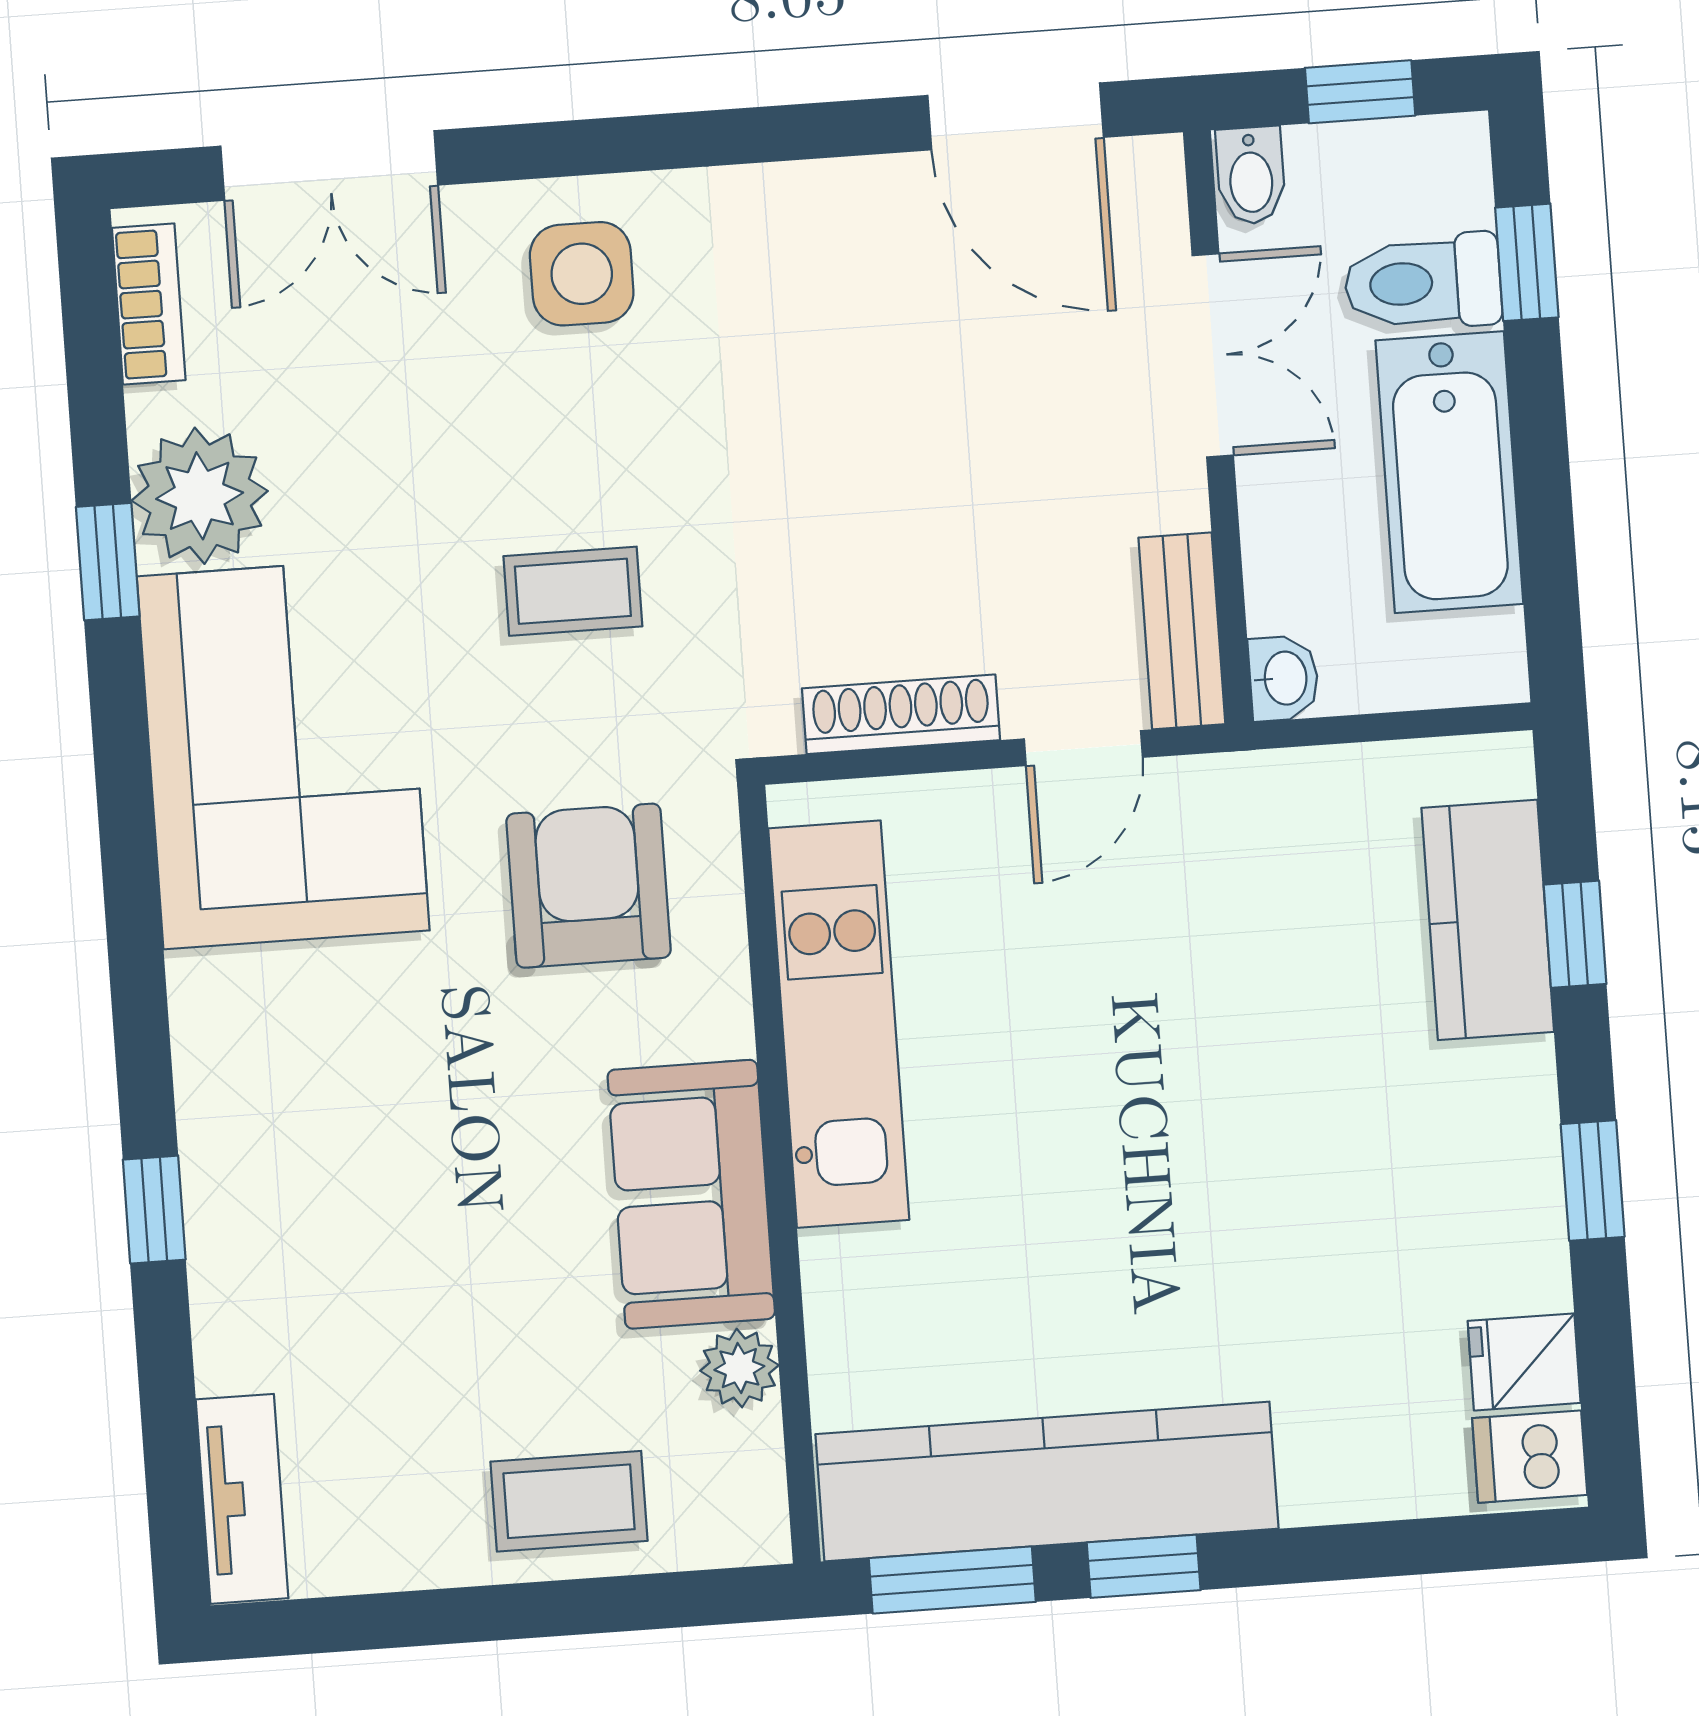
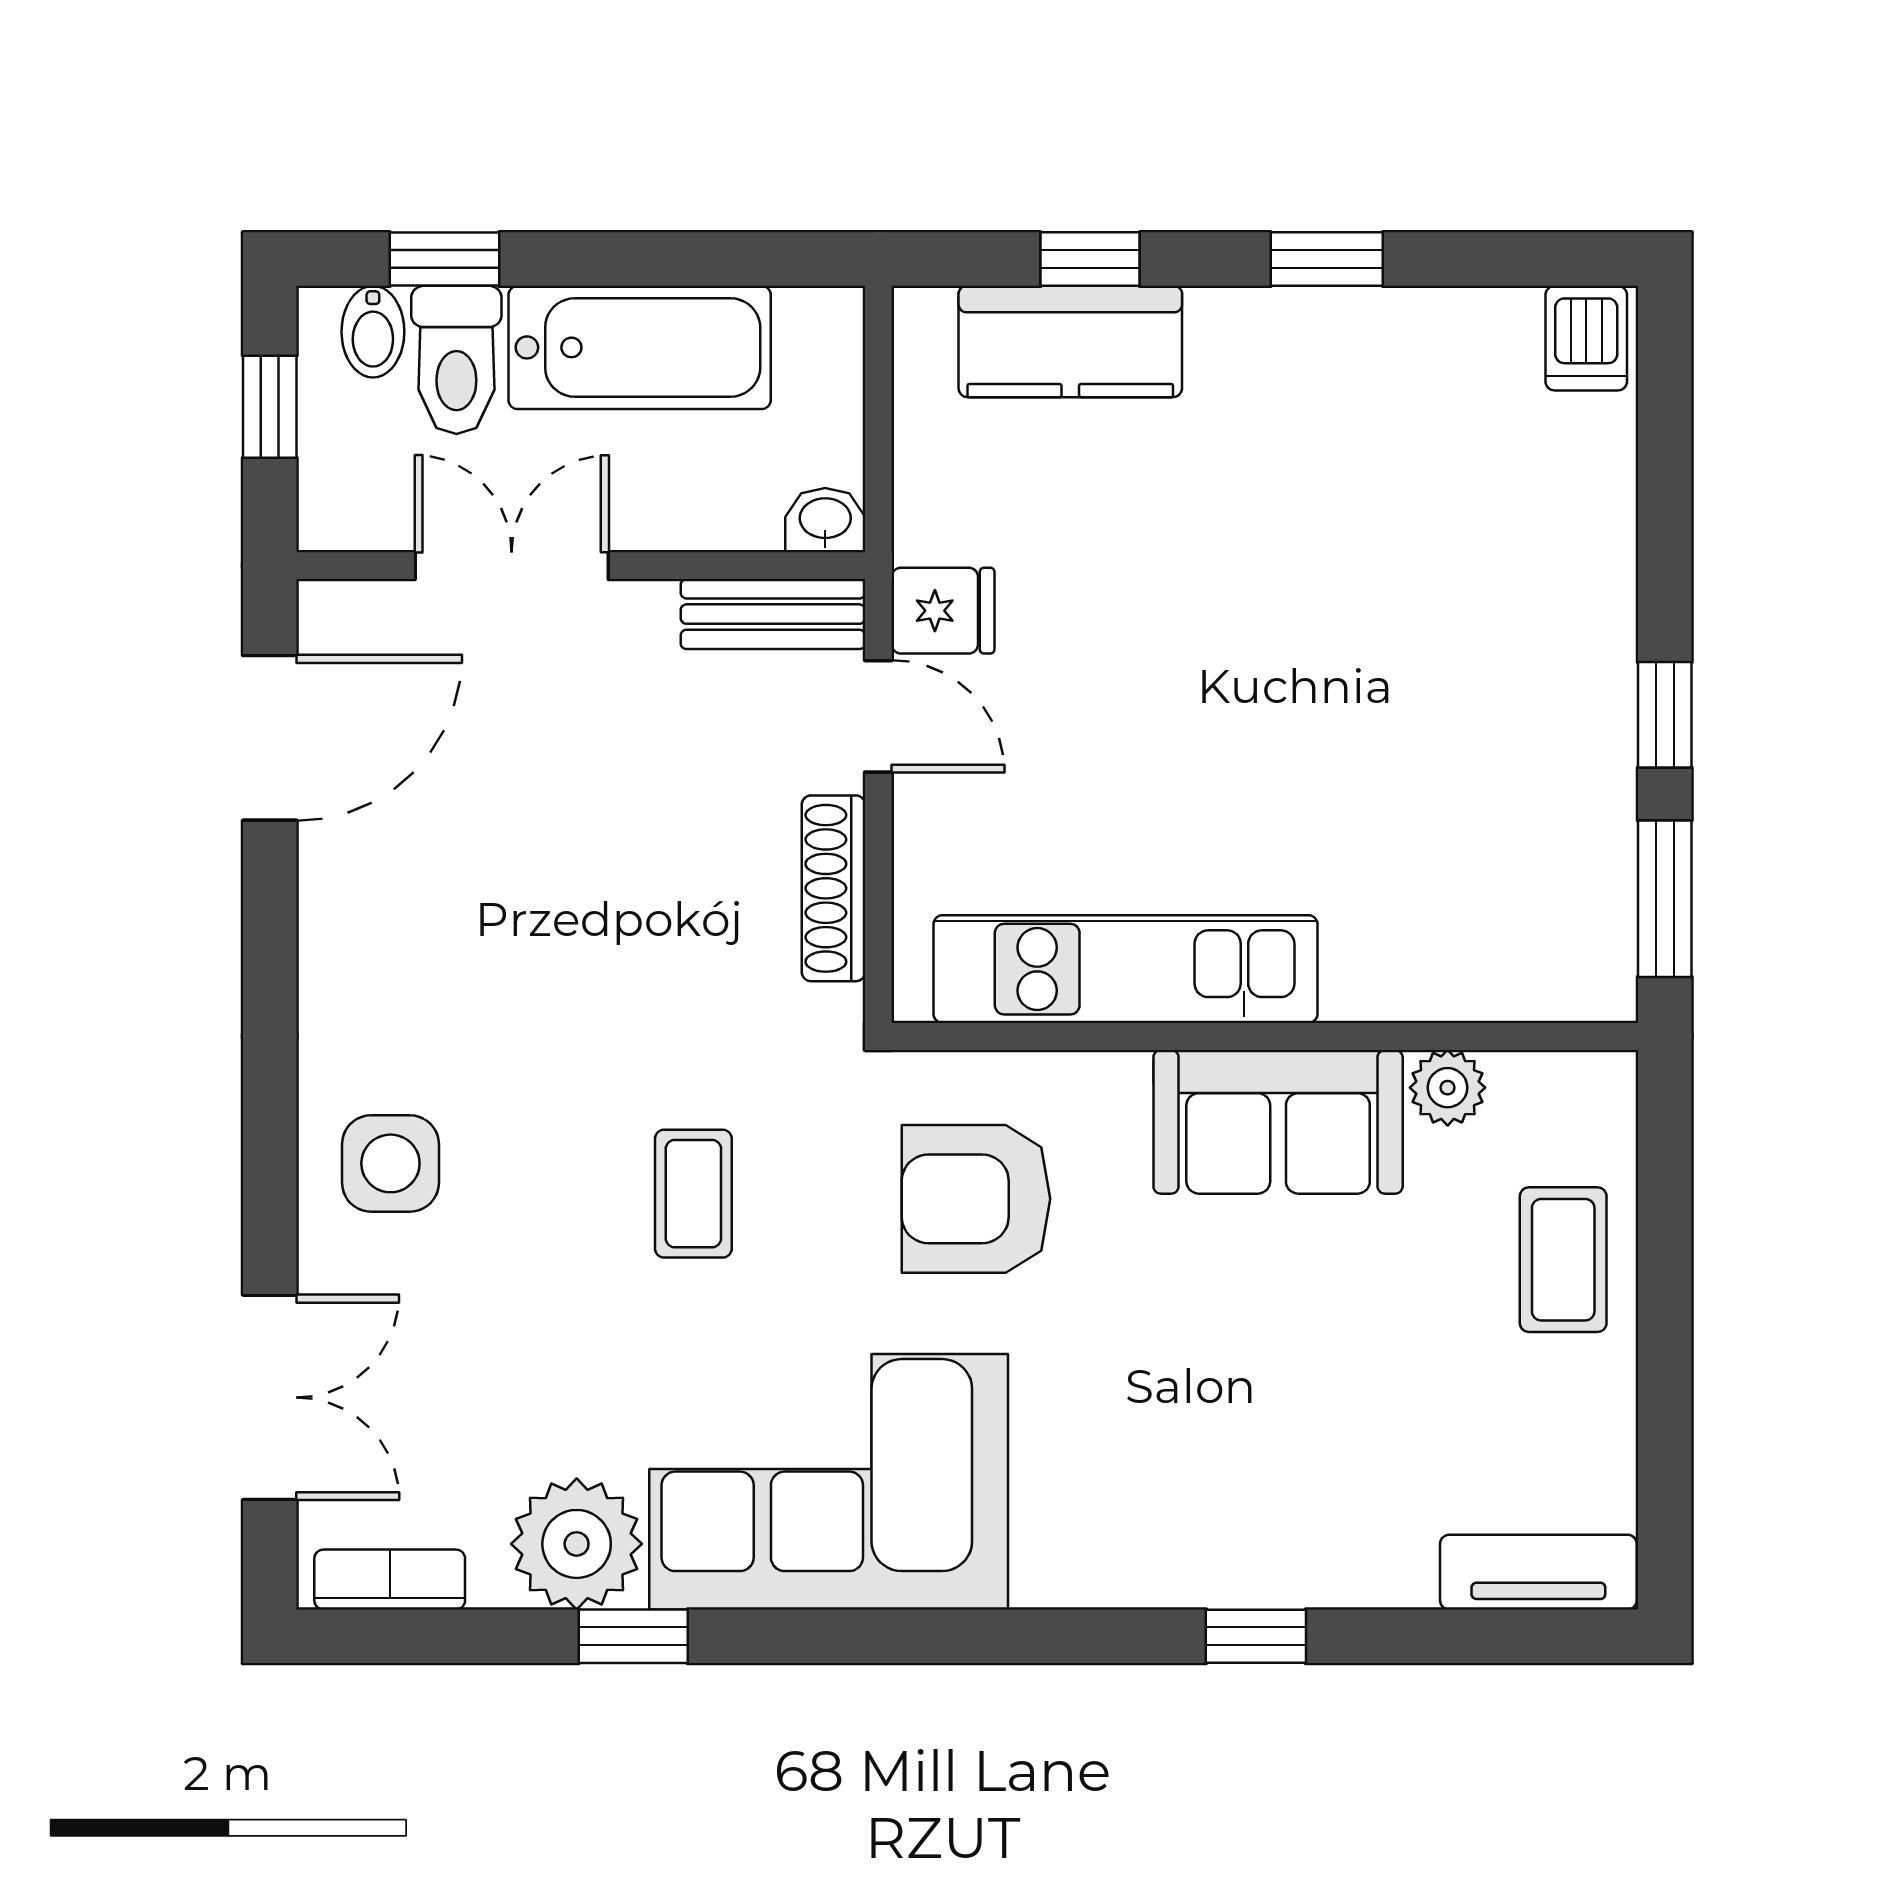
bidet: (1251, 176) -> (373, 332), moved, turned 90
fridge: (1524, 1362) -> (943, 611), moved, turned -90
kitchen counter: (1047, 1481) -> (1577, 801), removed

